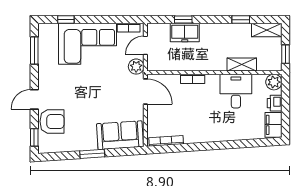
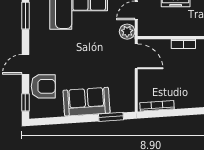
sofa: (120, 135) -> (87, 102), moved
window: (92, 154) -> (111, 117), moved

